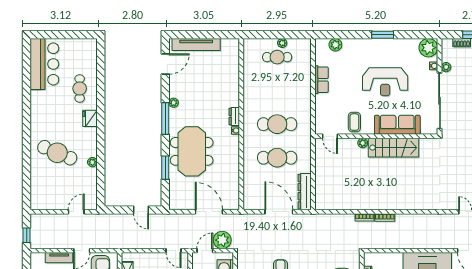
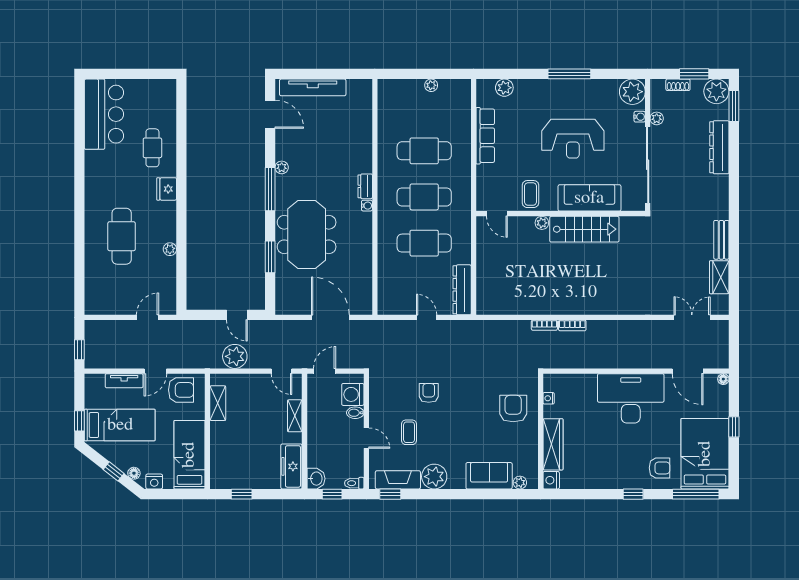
window: (383, 35) -> (569, 74), width x1.44
cafe table: (277, 57) -> (424, 151), moved, width x1.37, depth x1.35
door: (165, 64) -> (270, 114), hinge flipped
row of seats: (322, 80) -> (485, 136), width x1.48
cafe table: (57, 153) -> (122, 236), turned 67
door: (279, 212) -> (427, 317), width x0.53
plant: (222, 240) -> (235, 356), moved

